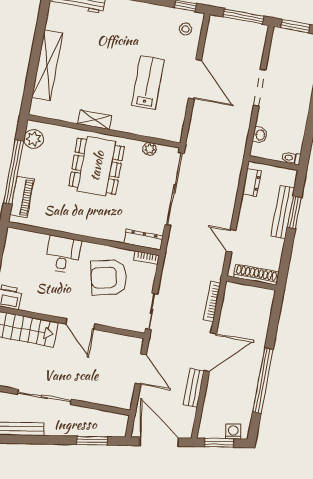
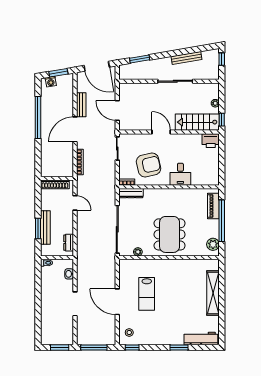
shelving: (95, 120) -> (176, 264), removed

